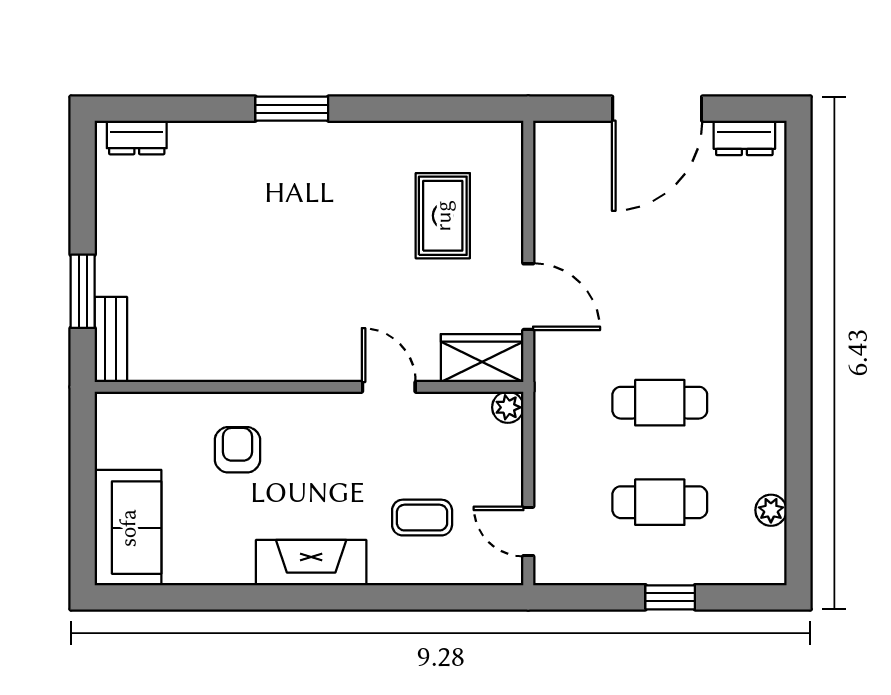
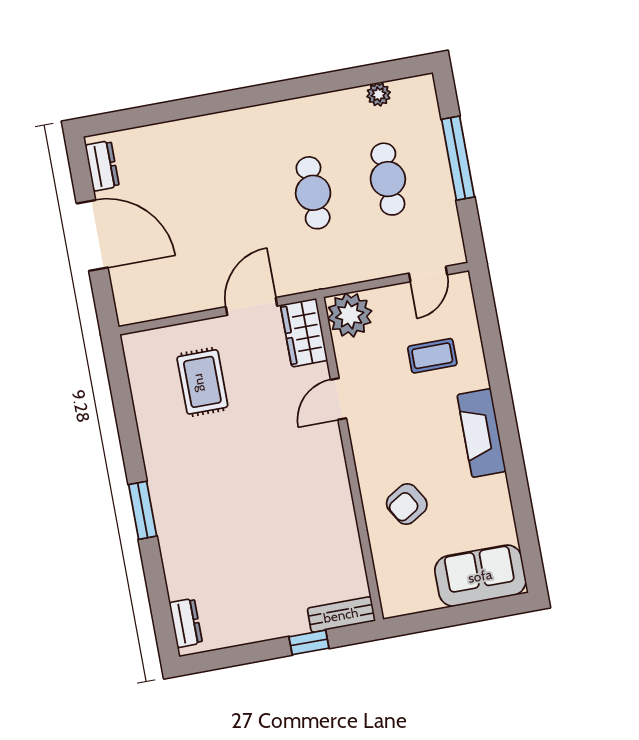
rug: (443, 216) -> (202, 382), turned 90
window: (83, 291) -> (309, 642), width x0.67
plant: (508, 407) -> (350, 315), width x1.88, depth x1.88
armchair: (237, 450) -> (407, 504), turned -31
coffee table: (422, 518) -> (432, 356), turned 90
window: (670, 597) -> (458, 158), width x2.17

